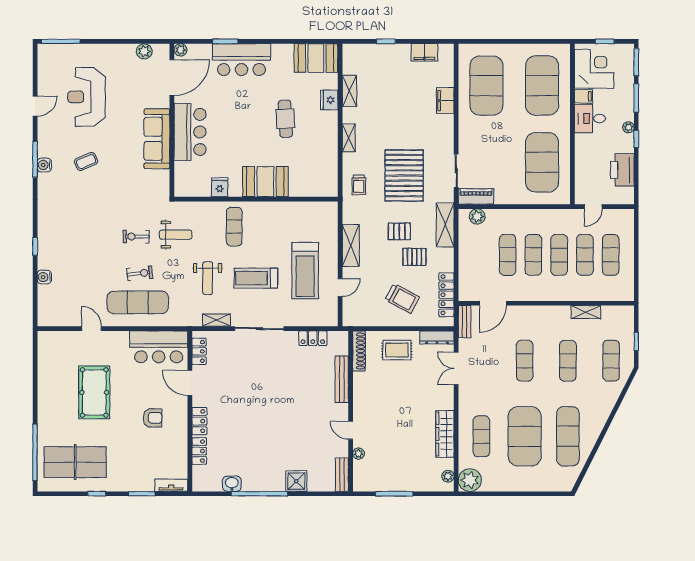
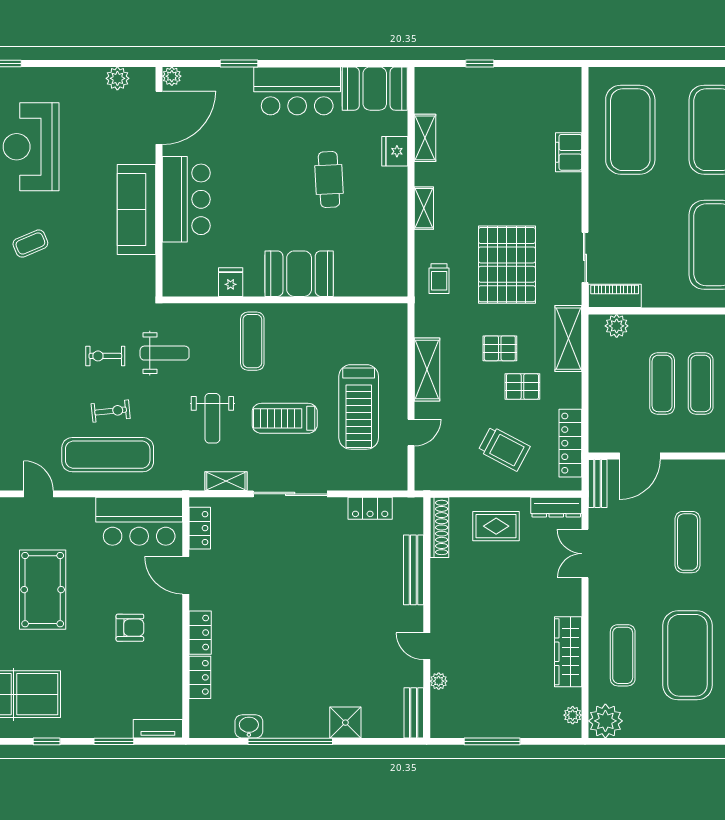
filing cabinet: (424, 52) -> (537, 80), removed
bar counter: (241, 60) -> (297, 91), moved

